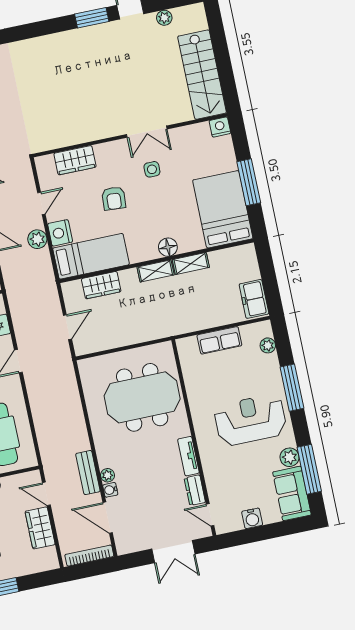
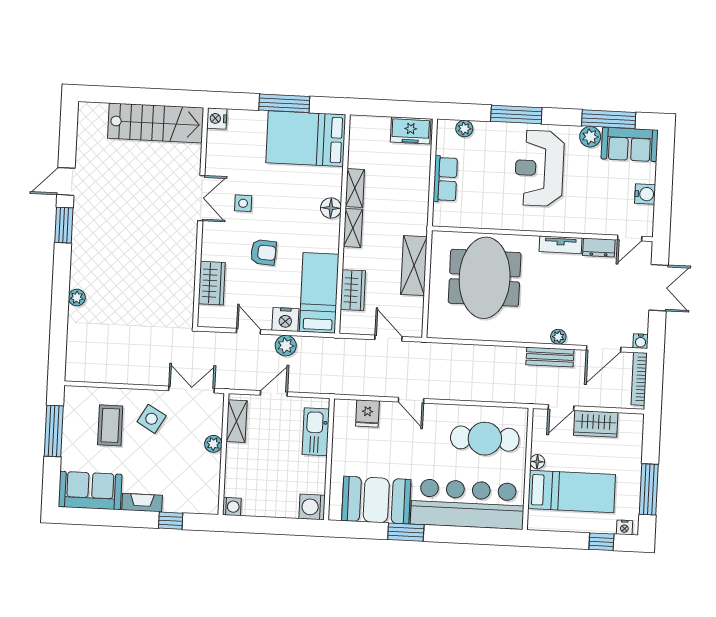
plant: (164, 18) -> (77, 297), moved
shelving: (137, 333) -> (414, 266), added
water cooler: (110, 490) -> (641, 341), moved

